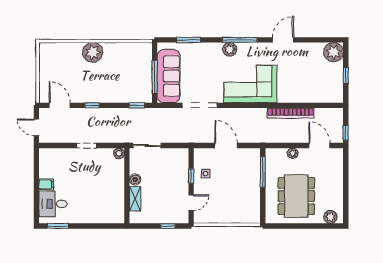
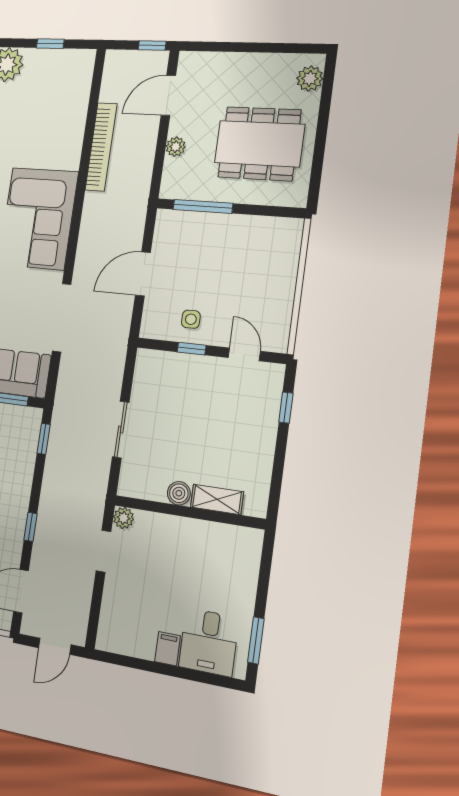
plant: (119, 153) -> (123, 518), moved
boiler: (135, 180) -> (179, 493), moved
wall: (127, 186) -> (189, 512), moved
shelving: (135, 199) -> (217, 499), moved

